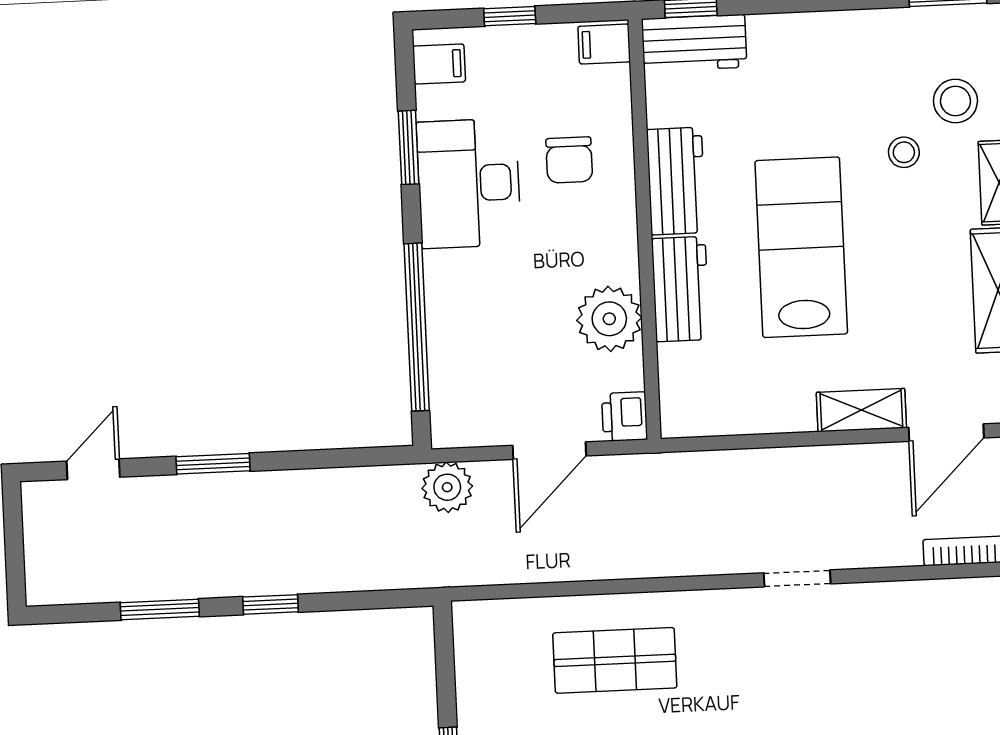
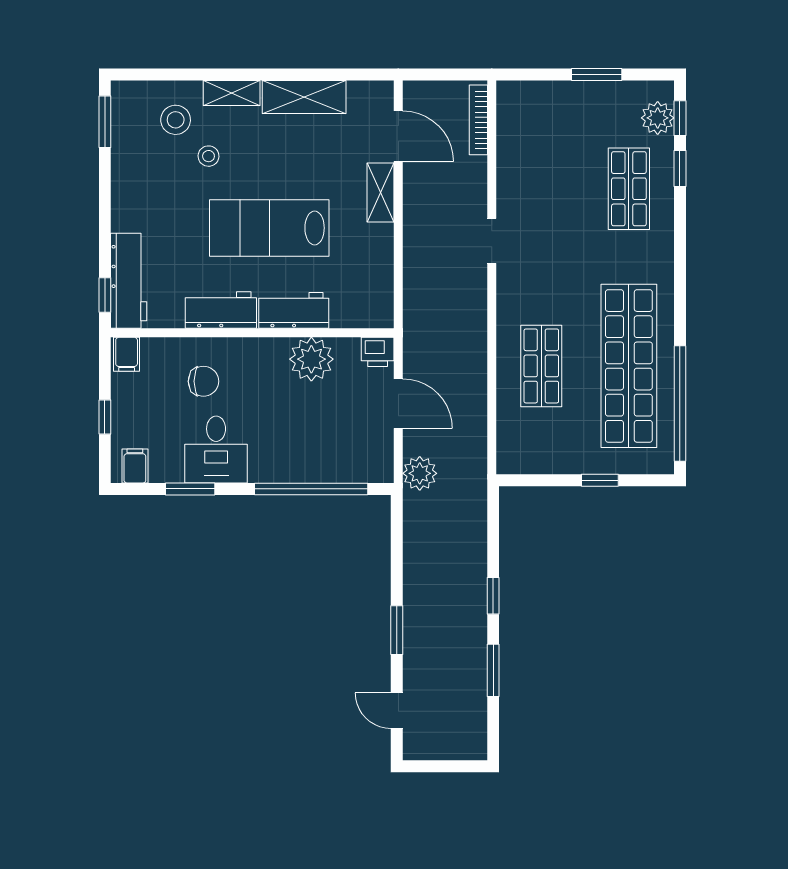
workbench: (694, 43) -> (129, 281), width x1.38
desk: (469, 183) -> (216, 450), width x0.73

